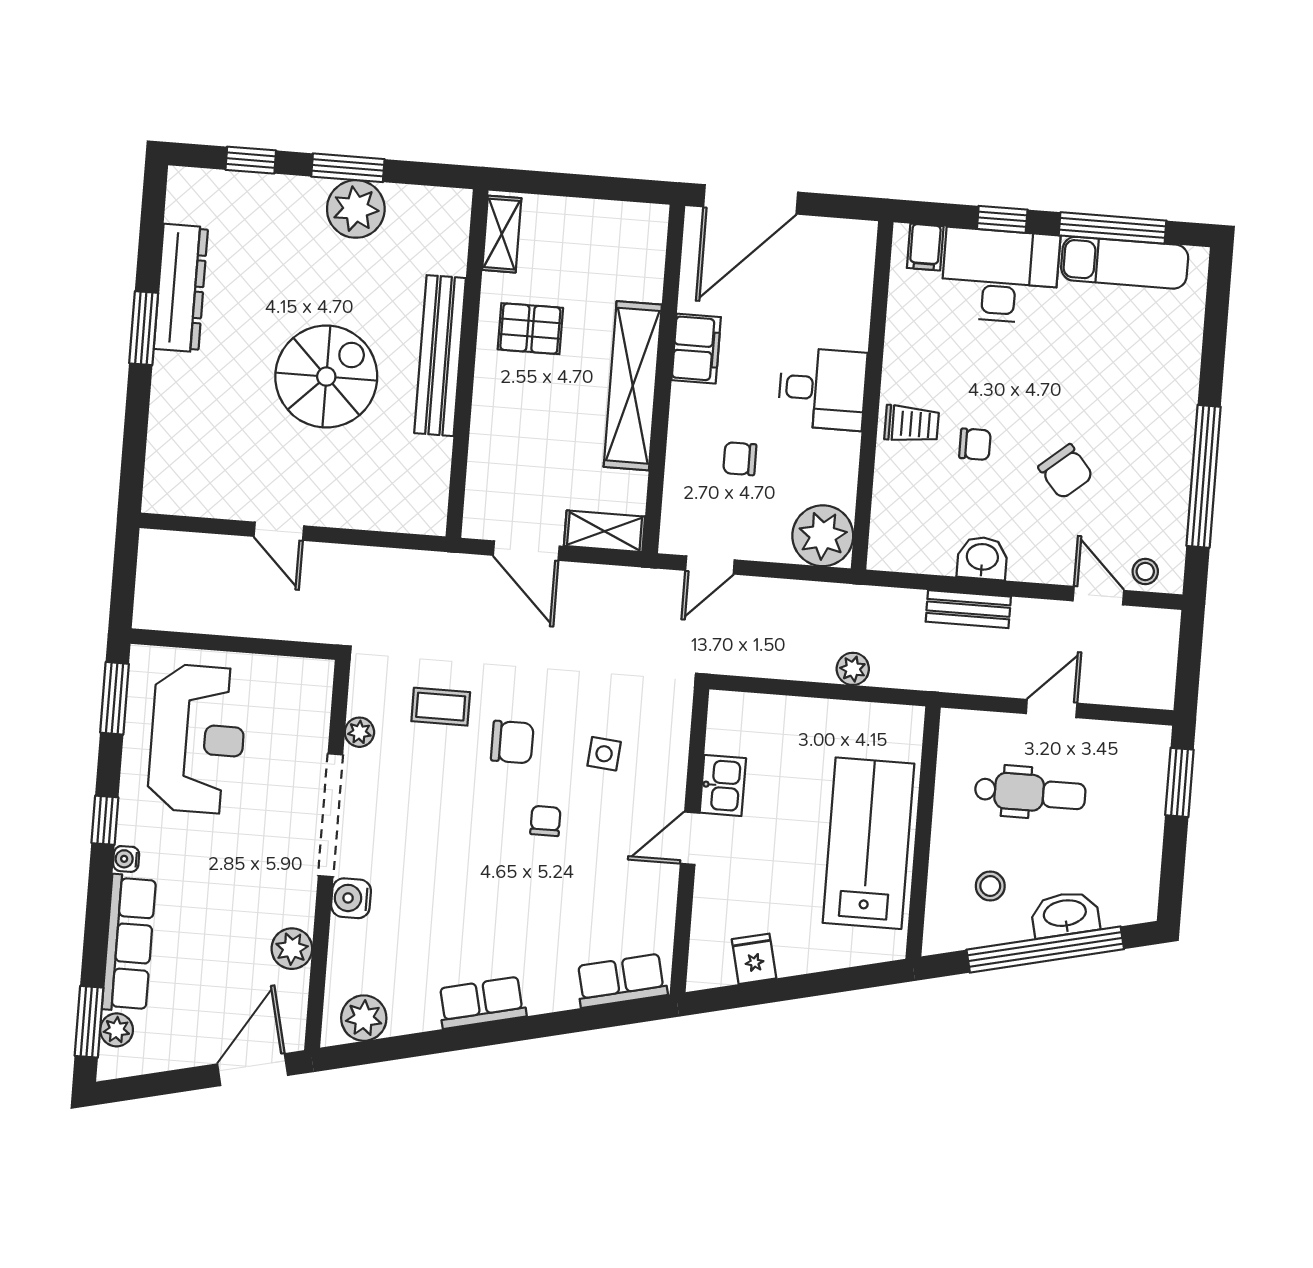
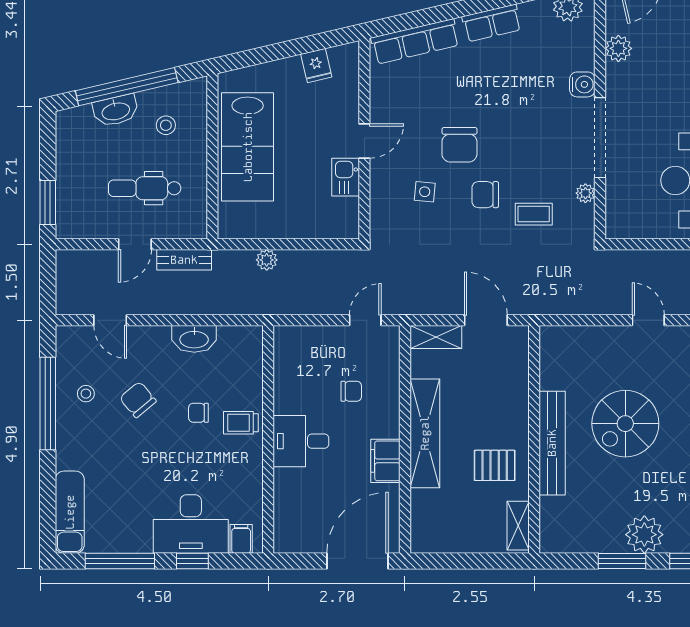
plant: (356, 209) -> (644, 535), moved
exam couch: (1125, 263) -> (70, 512), moved, turned 90
plant: (823, 536) -> (293, 345), removed
washbasin: (982, 558) -> (194, 339), width x1.38
stool: (1145, 571) -> (86, 394), moved
bench: (968, 609) -> (184, 260), moved
chair: (545, 821) -> (459, 145), width x1.87, depth x1.87
row of seats: (621, 981) -> (415, 41), width x1.48

